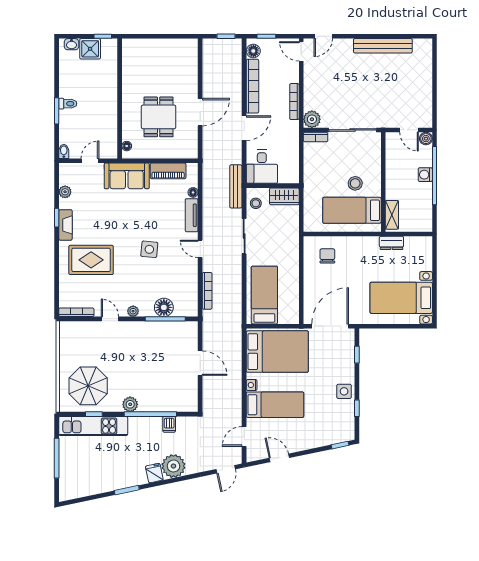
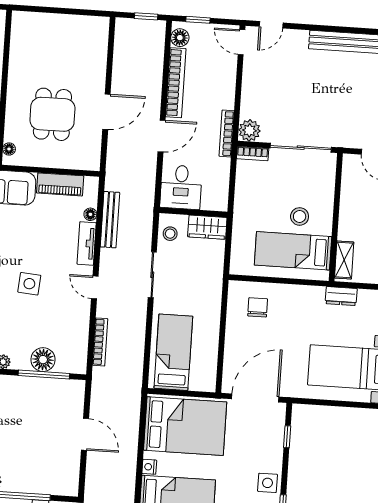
bookcase: (294, 102) -> (227, 134), moved
bench: (236, 186) -> (110, 220), moved

